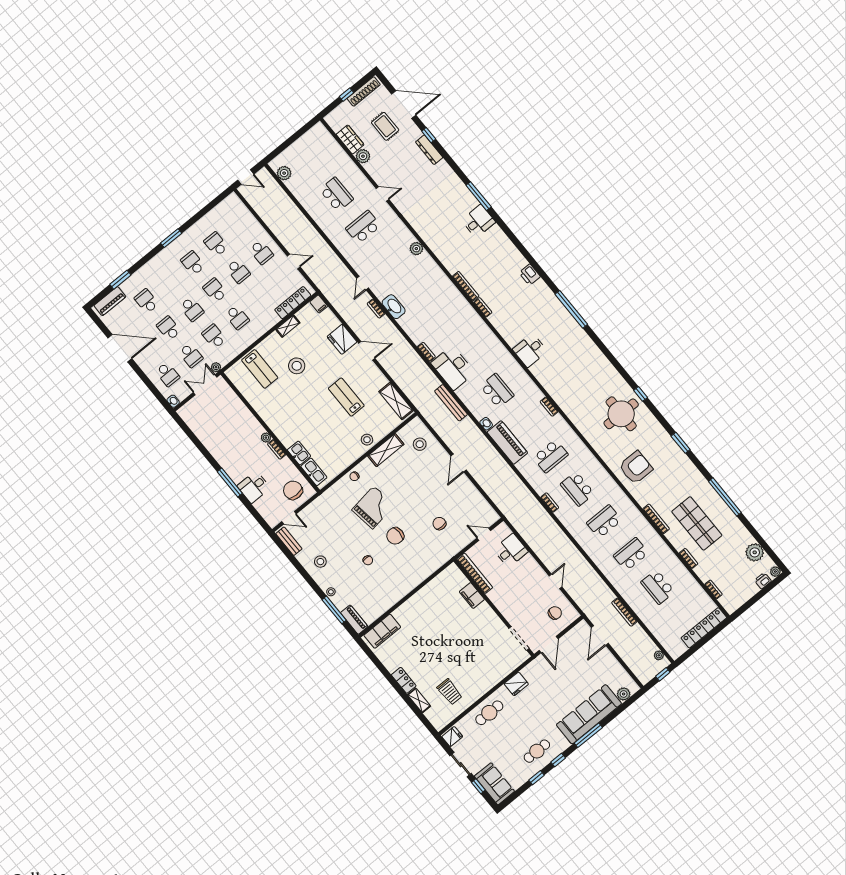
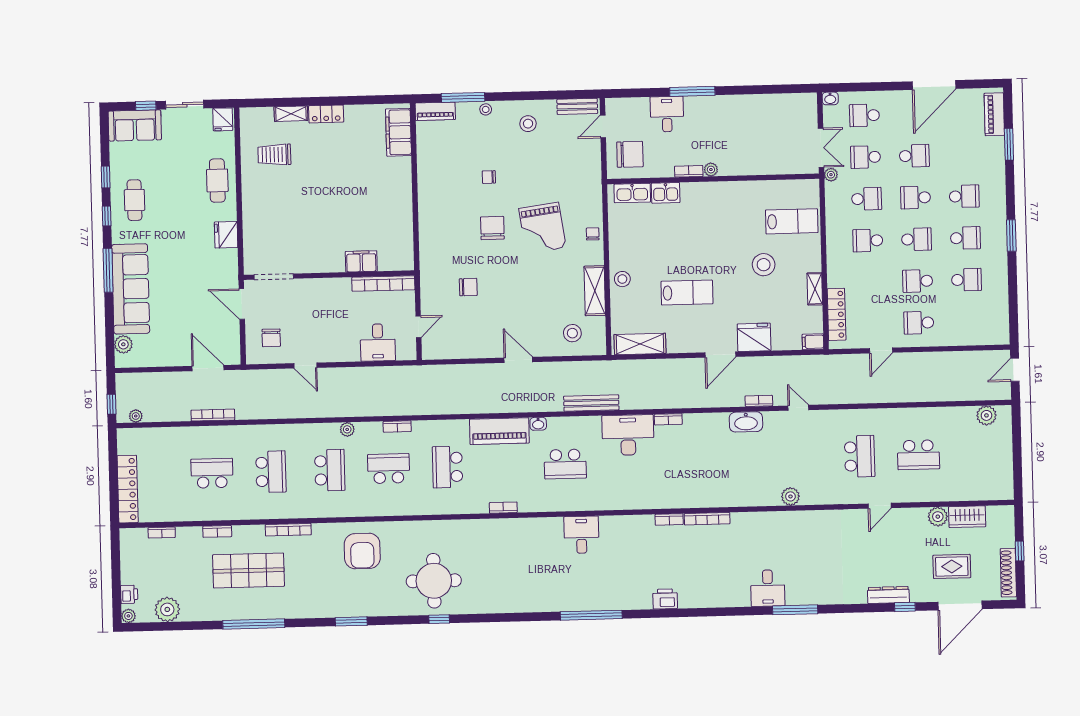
school desk: (146, 301) -> (964, 196), moved
lab bench: (260, 369) -> (792, 221), turned 180
plant: (573, 530) -> (347, 429), added

